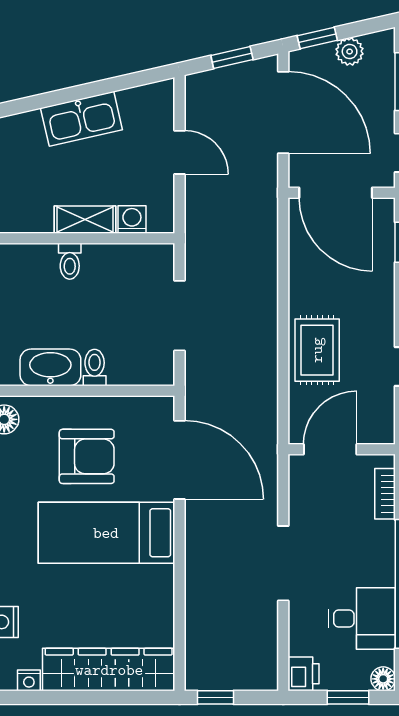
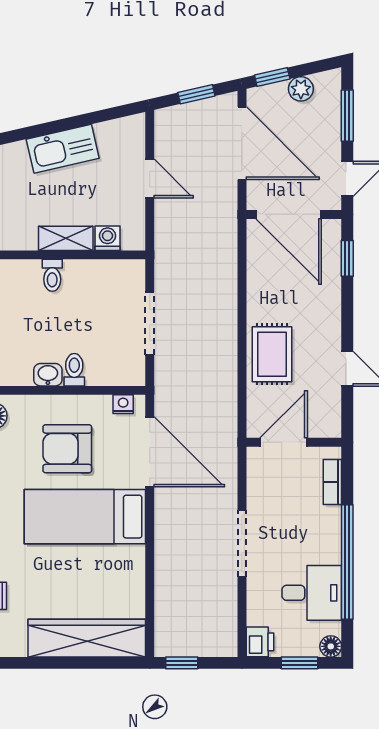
washbasin: (50, 367) -> (48, 375), width x0.52, depth x0.69
armchair: (87, 456) -> (67, 449), turned 180
nightstand: (29, 680) -> (123, 404), moved, turned 180

